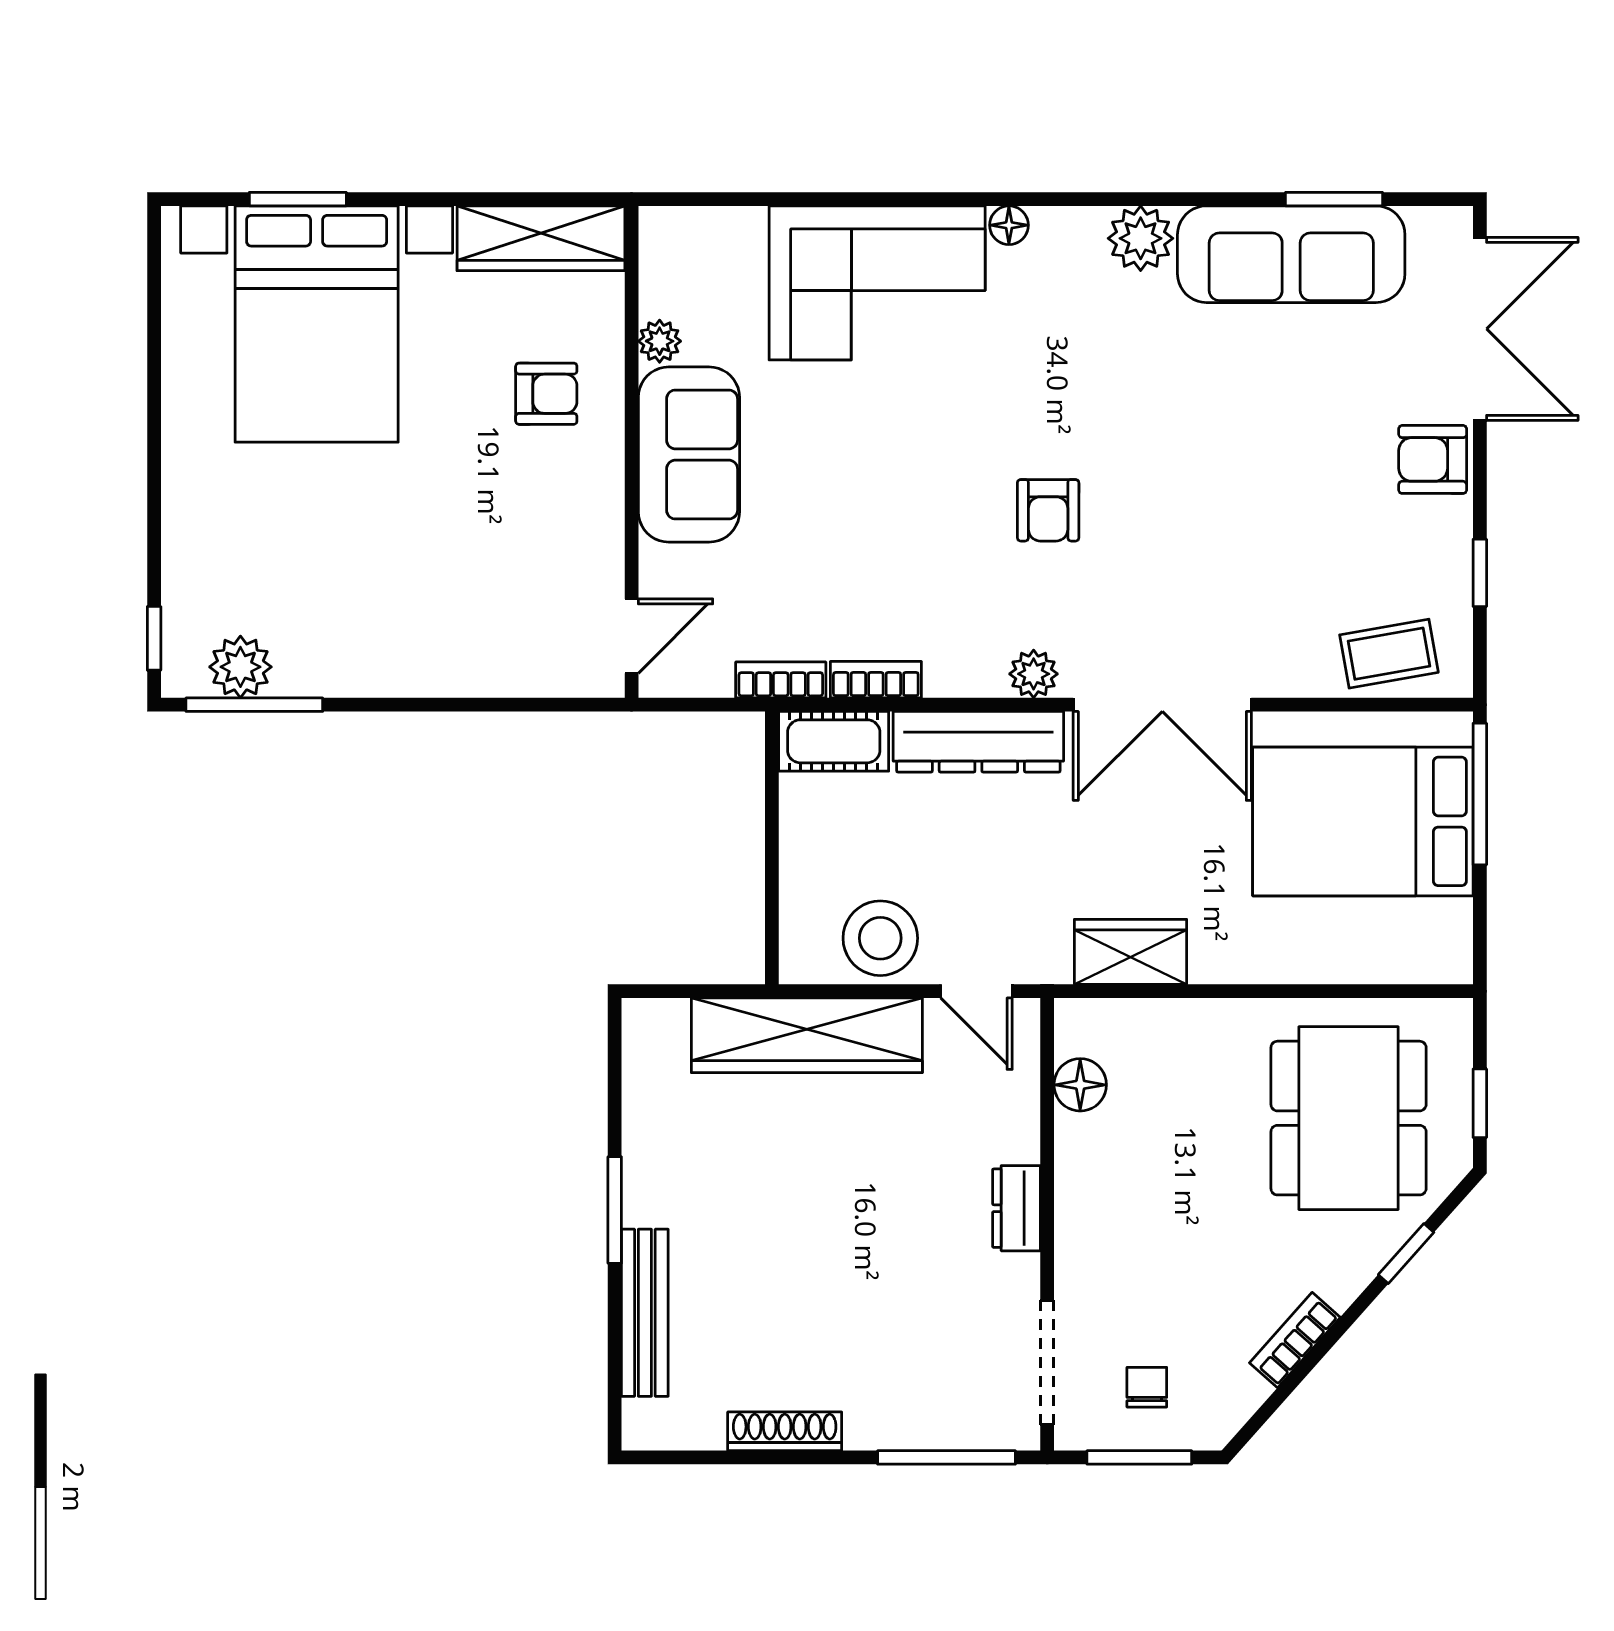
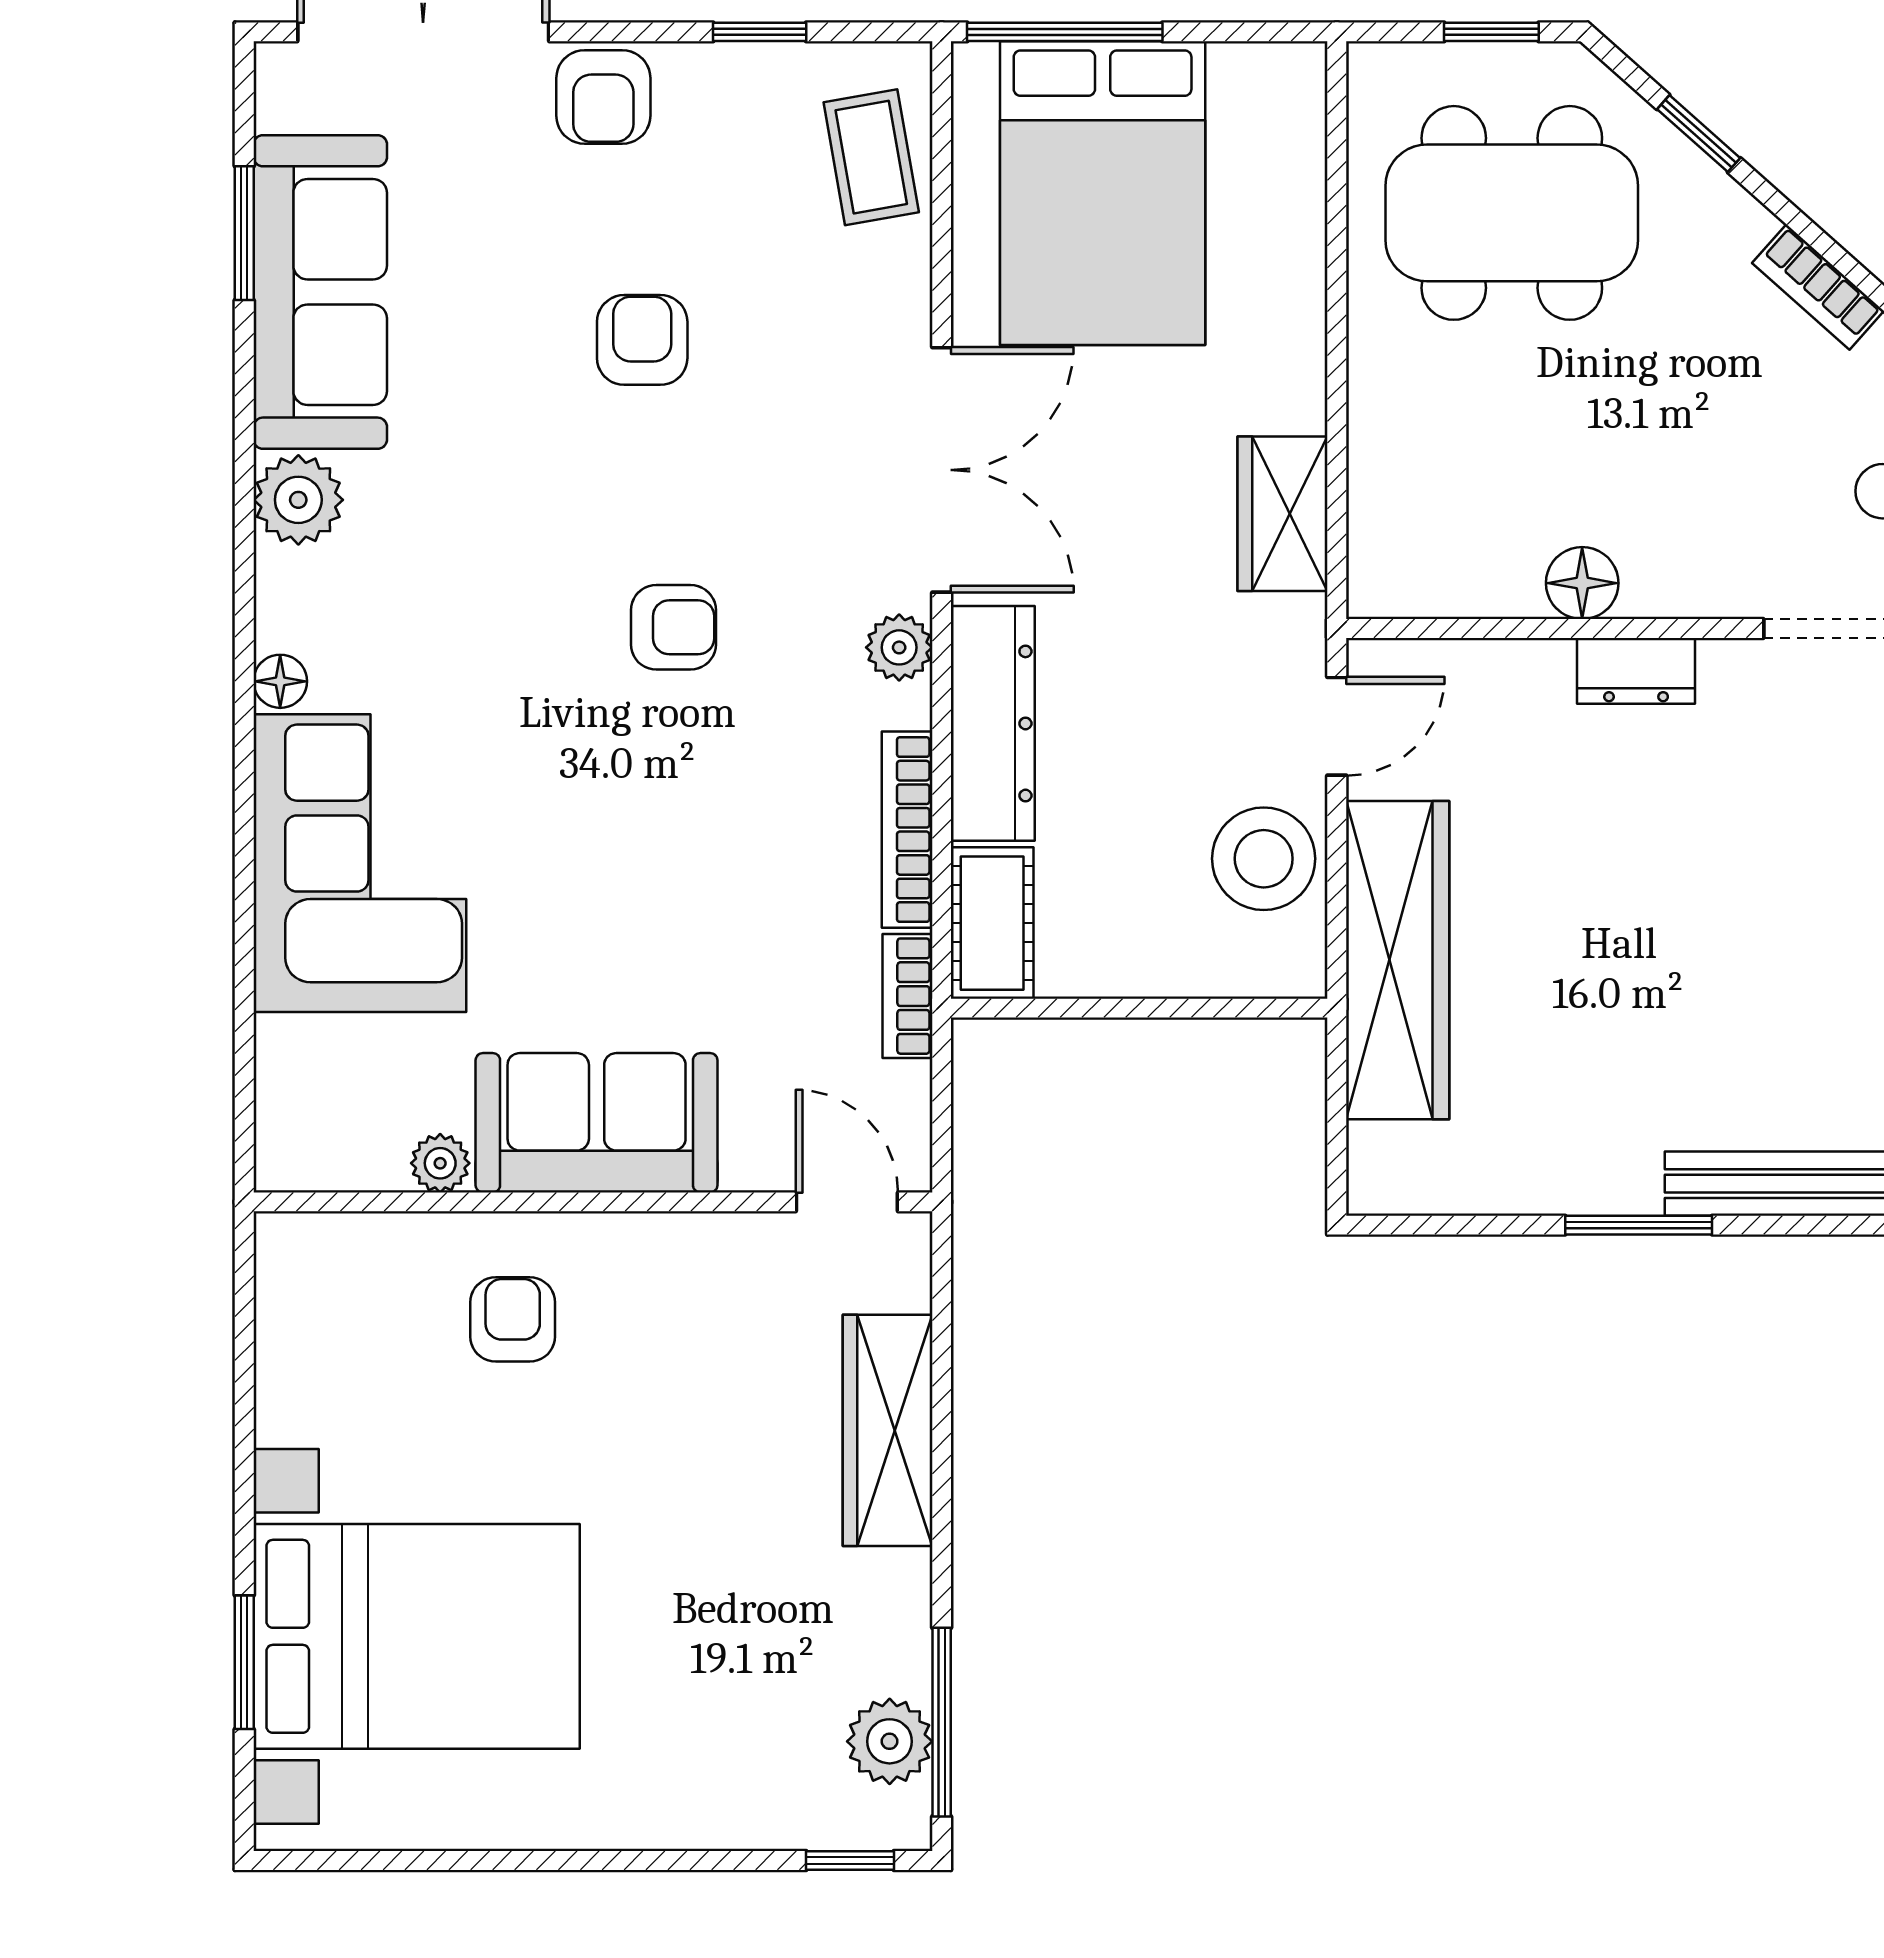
wardrobe: (541, 238) -> (888, 1430), moved, turned 180
armchair: (1256, 488) -> (642, 340), added
bookcase: (876, 680) -> (907, 830), width x1.56
floor lamp: (1080, 1085) -> (1582, 583), moved

